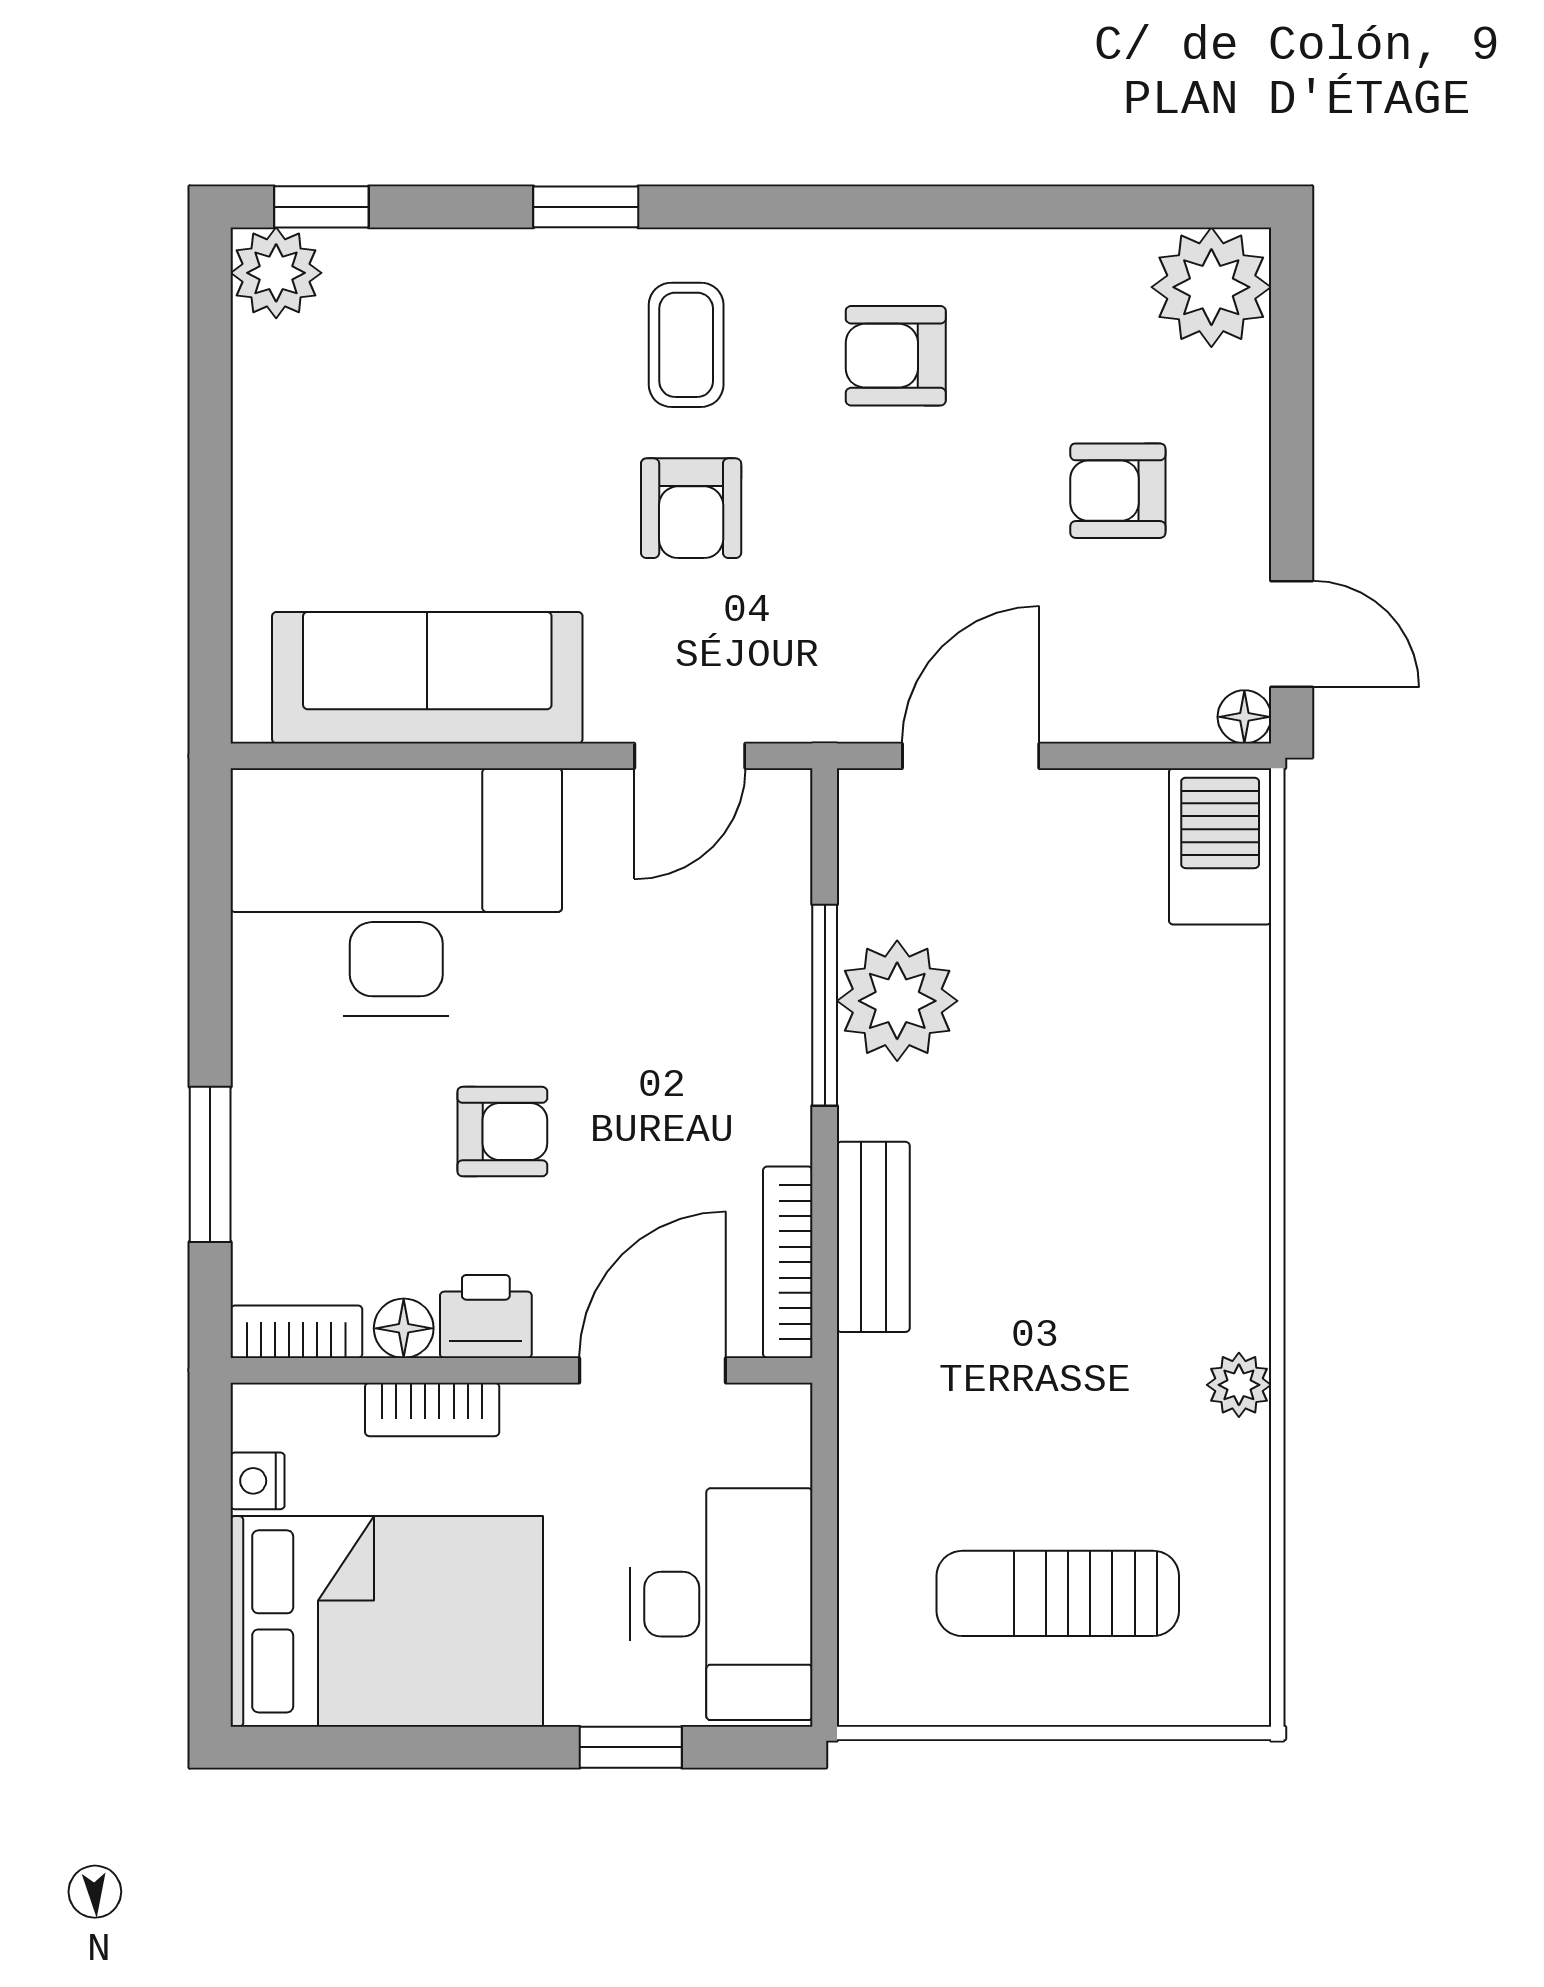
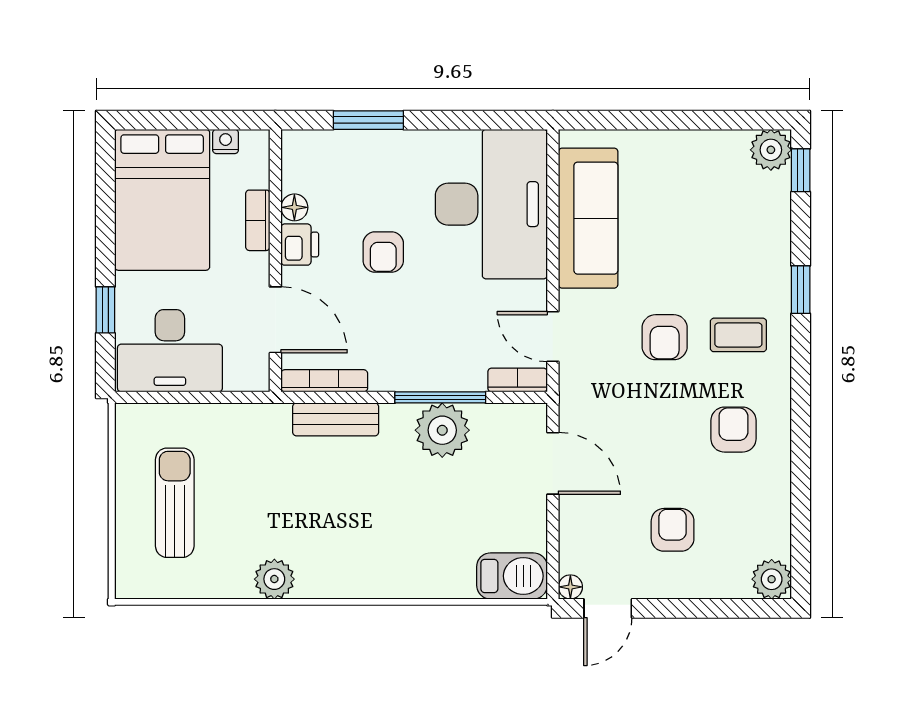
plant: (1211, 287) -> (772, 579), width x0.73, depth x0.73
armchair: (691, 508) -> (665, 337), turned -90
bookcase: (296, 1332) -> (518, 380), moved, turned -90
plant: (1239, 1385) -> (274, 579), width x1.38, depth x1.38

